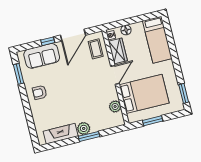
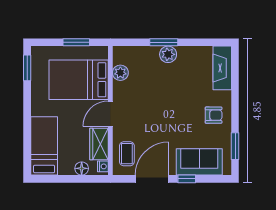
fireplace: (61, 134) -> (222, 68), moved, turned 90

